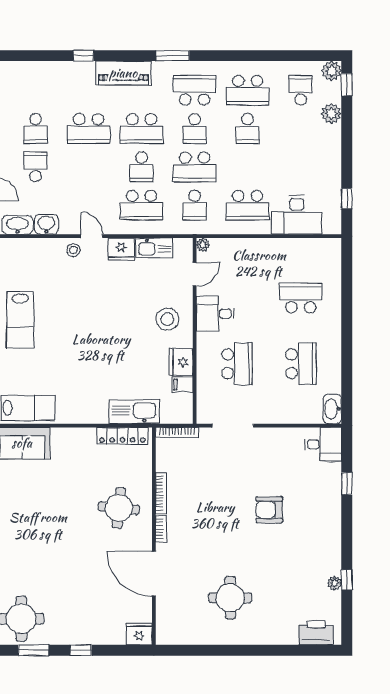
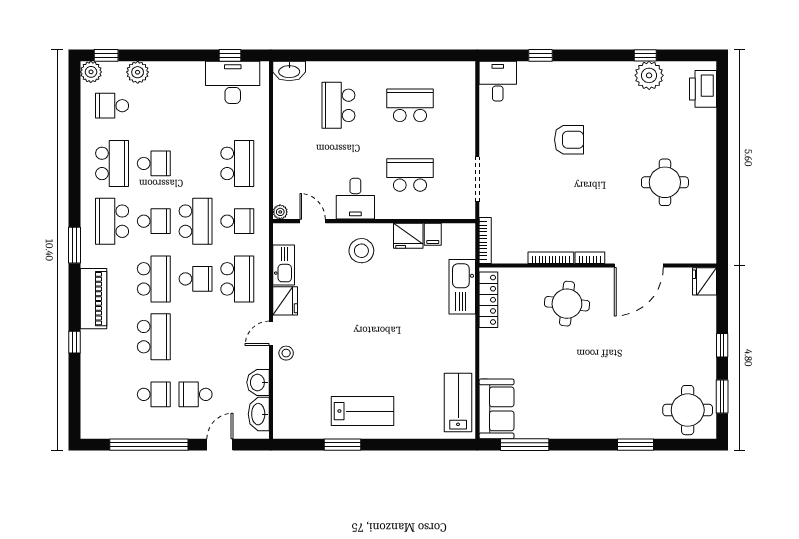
desk: (297, 215) -> (233, 82), moved, turned -90
washbasin: (332, 409) -> (289, 71), moved
armchair: (269, 510) -> (569, 140), turned -90
plant: (334, 583) -> (649, 75), width x1.88, depth x1.88

